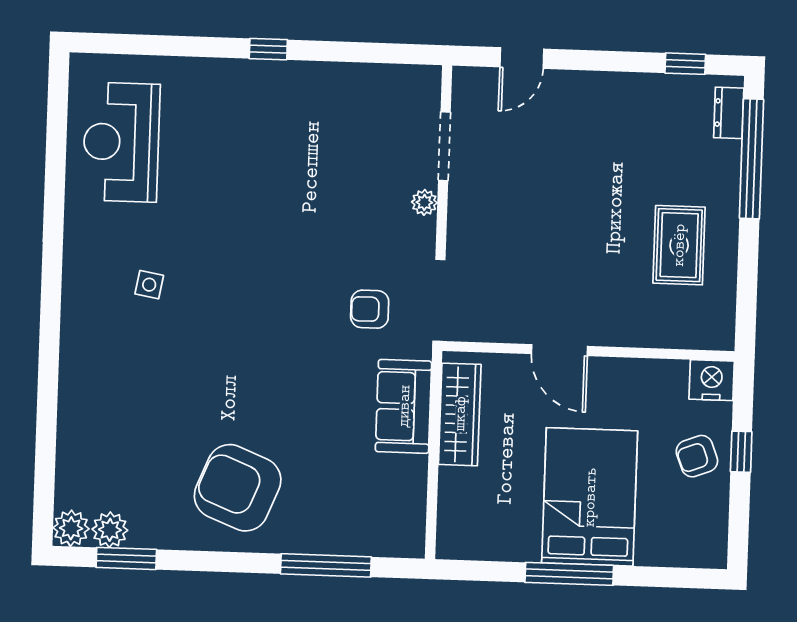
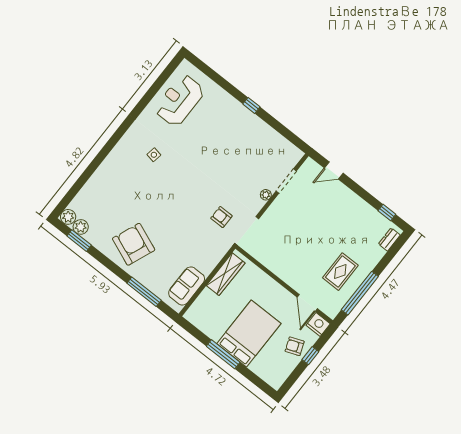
window: (751, 159) -> (360, 293), moved
door: (559, 350) -> (307, 303), moved
sofa: (404, 406) -> (187, 286), moved

